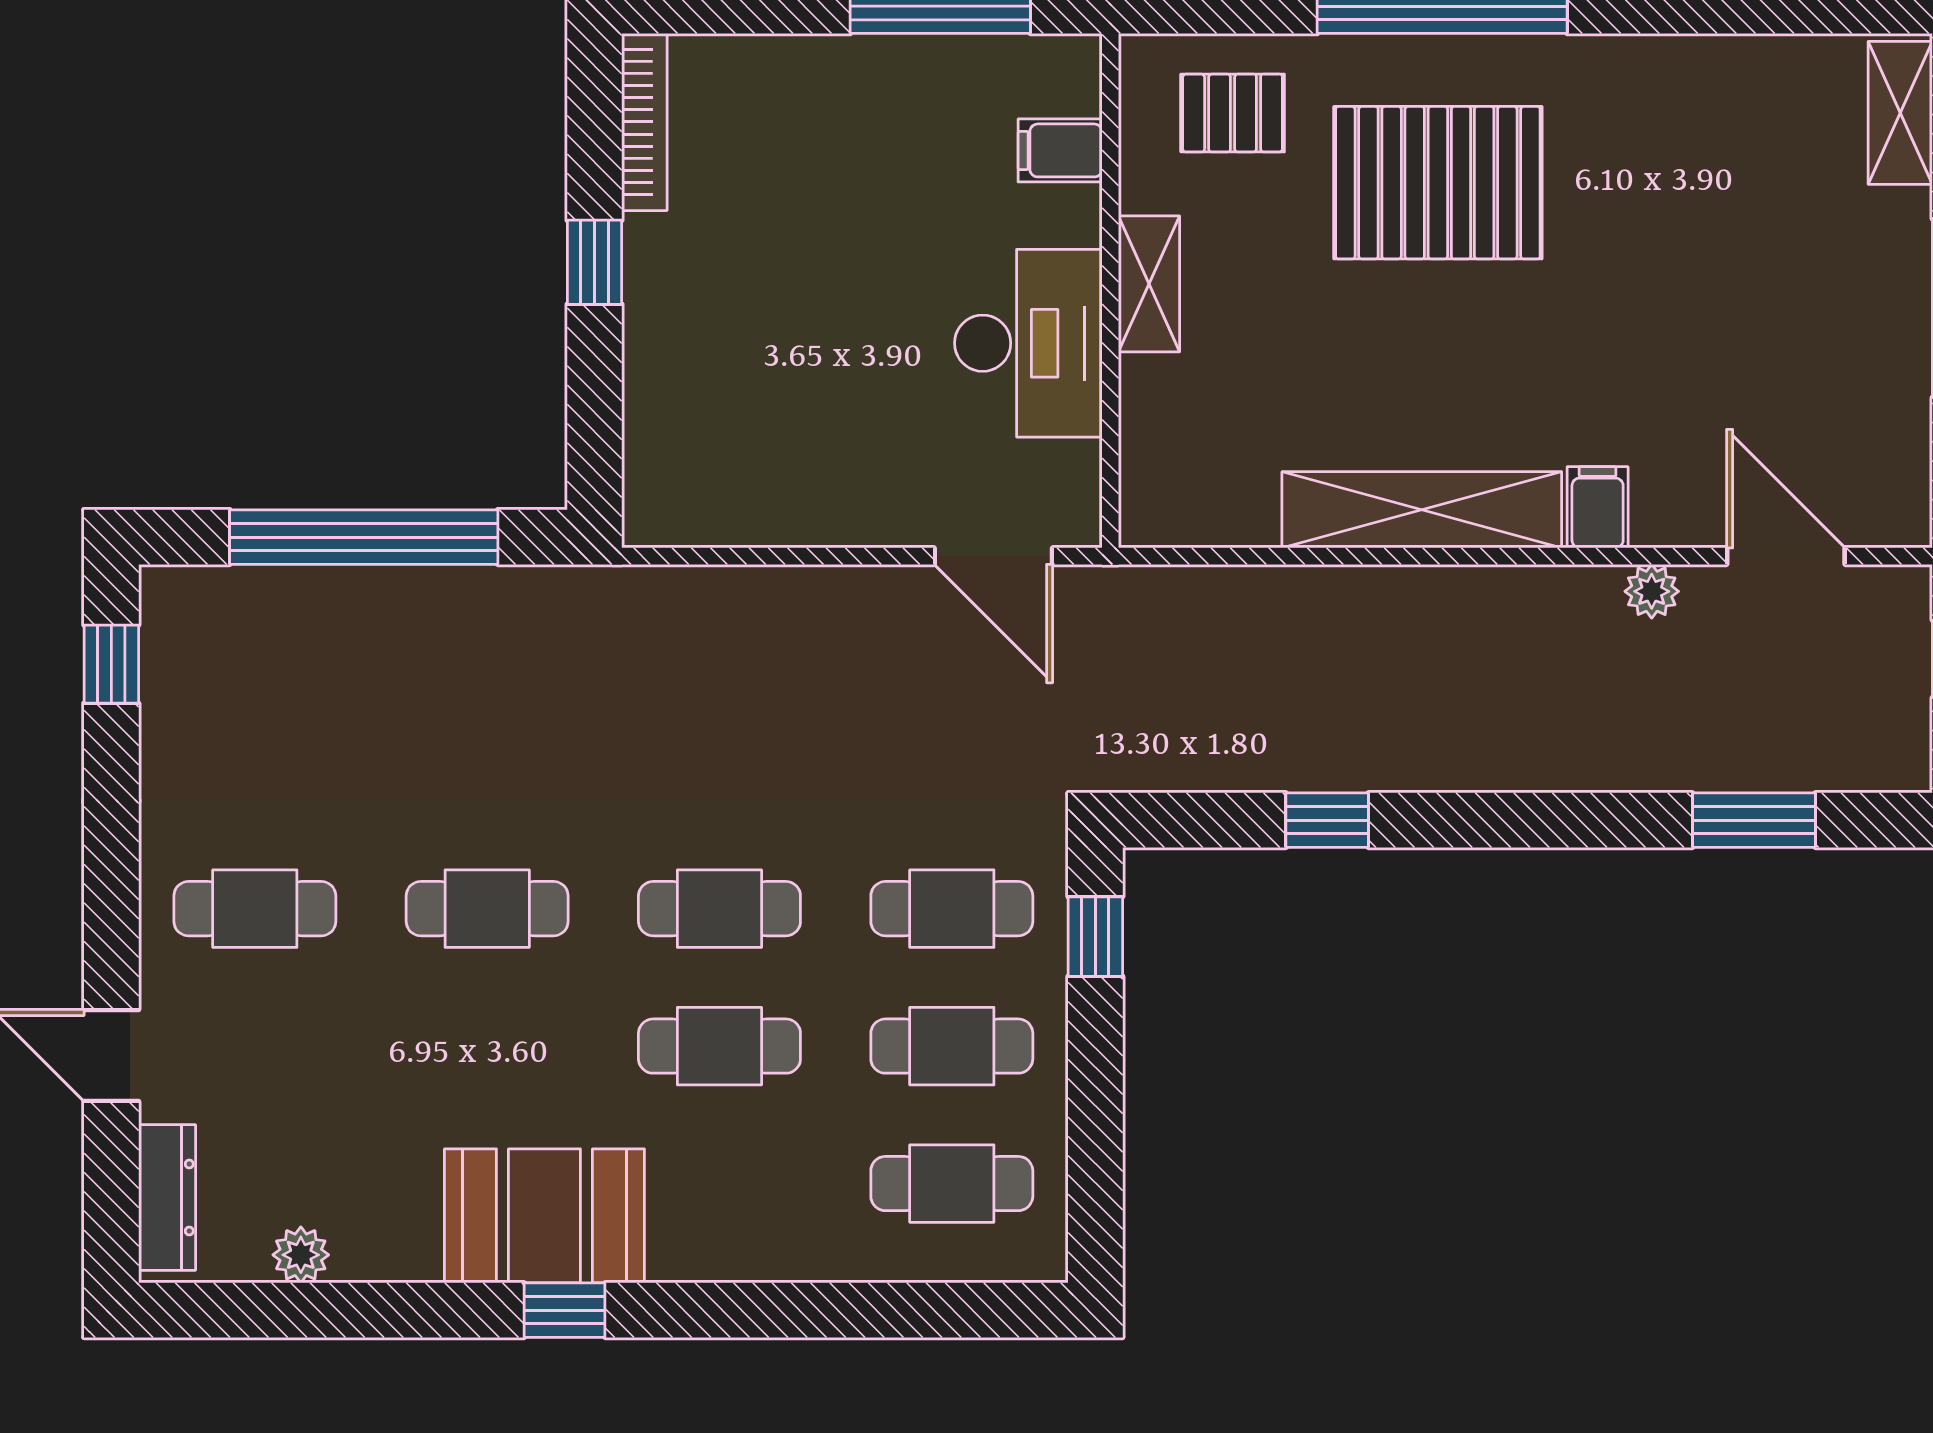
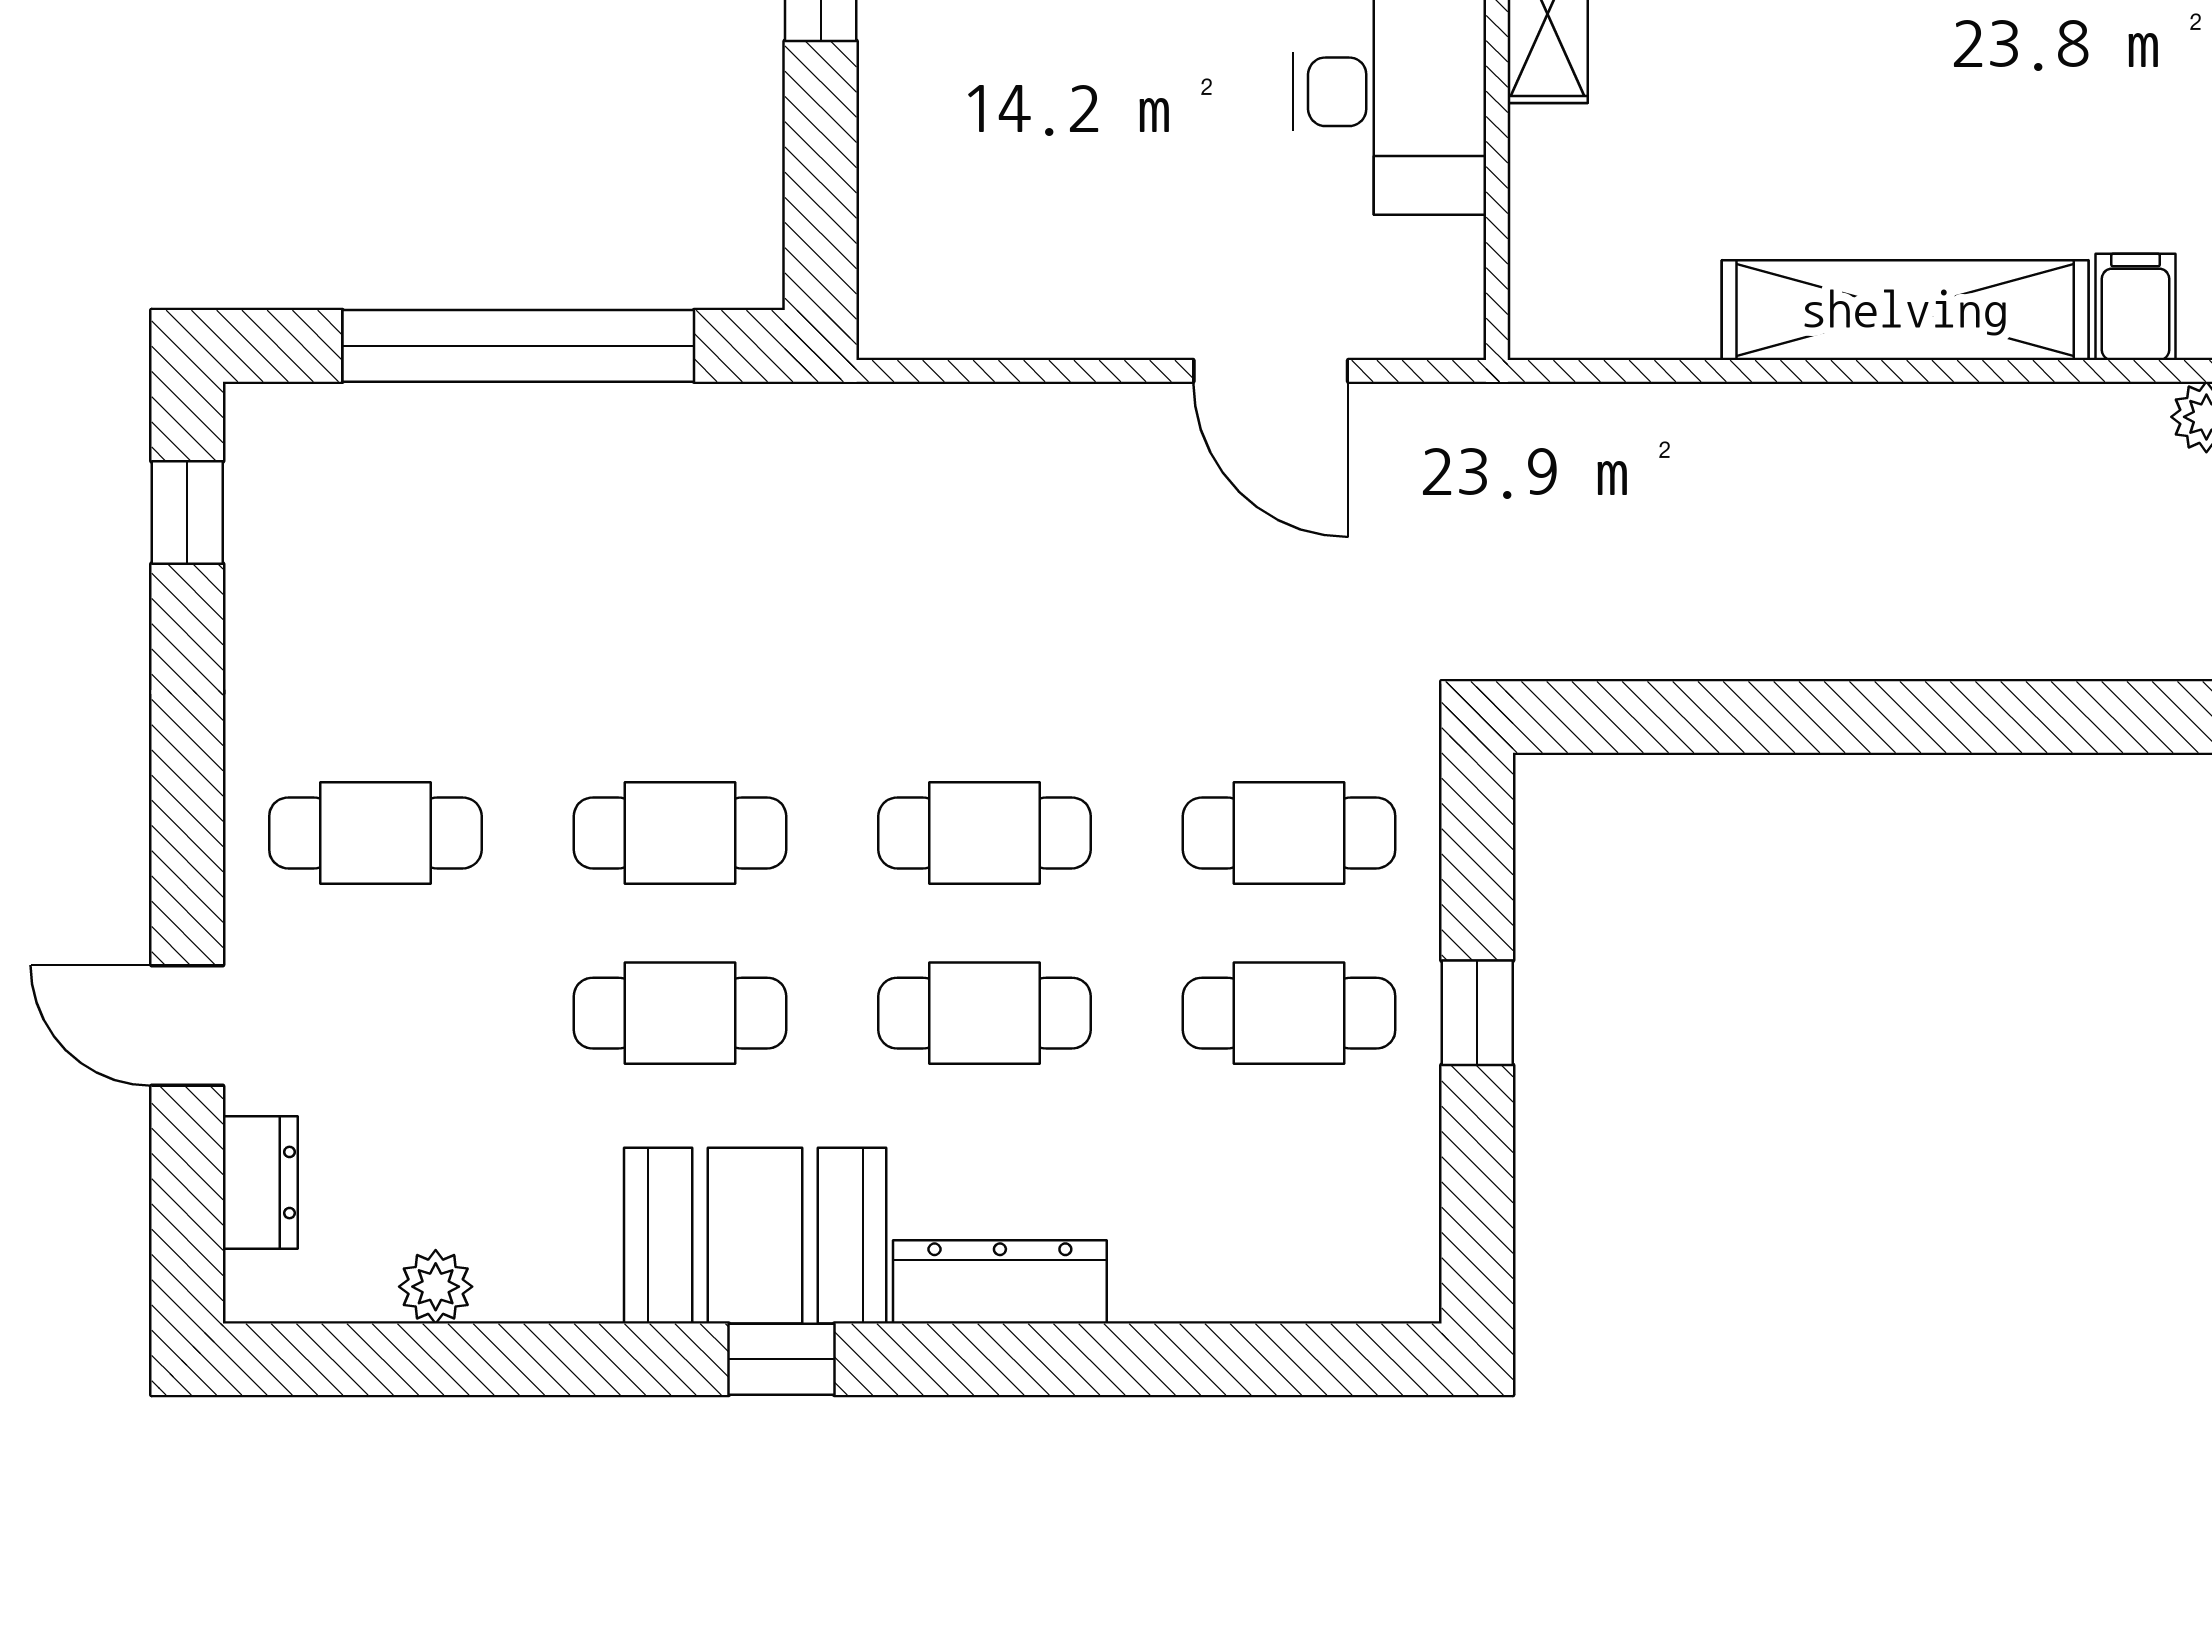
door: (993, 556) -> (1271, 371), moved
window: (1327, 820) -> (1781, 717), removed
window: (1095, 937) -> (1477, 1013), moved
cafe table: (952, 1184) -> (680, 1013), moved
dresser: (167, 1197) -> (260, 1183), width x0.70
dresser: (731, 1251) -> (1000, 1282), added

